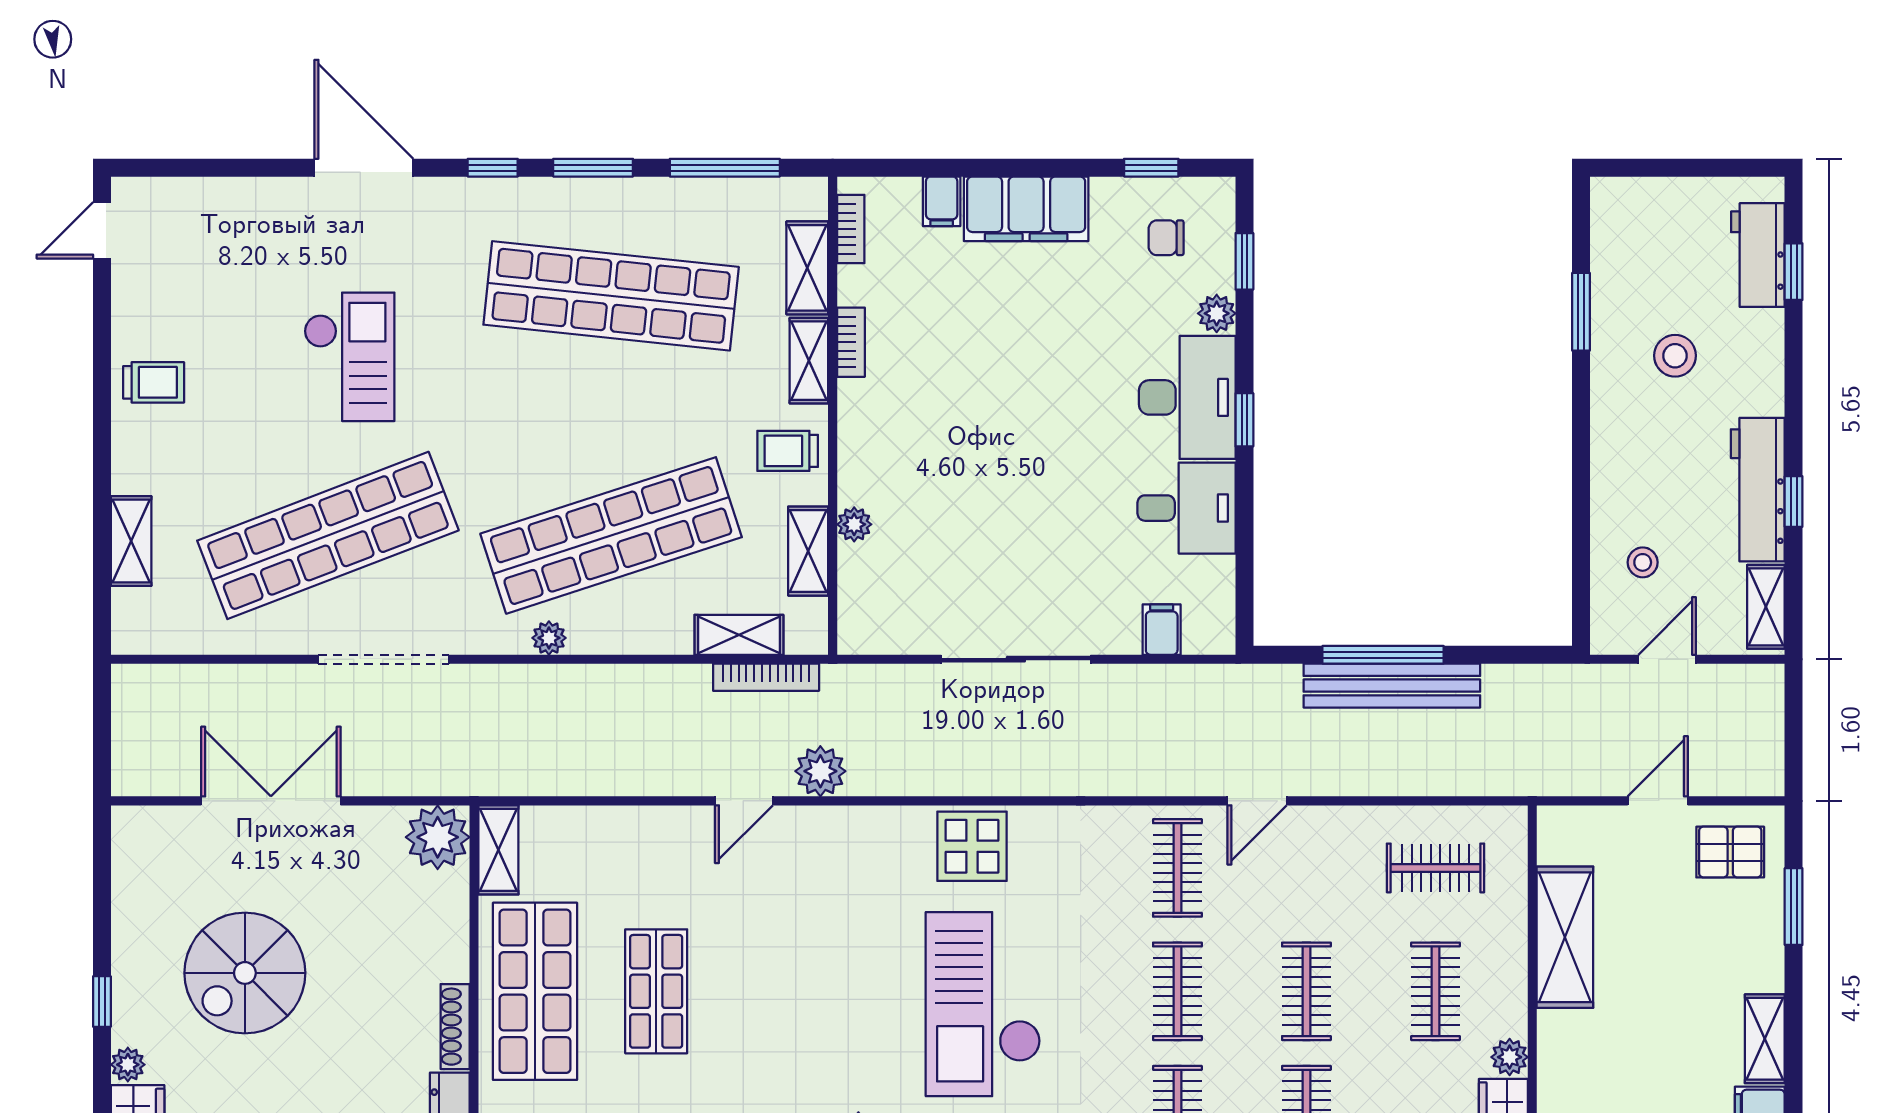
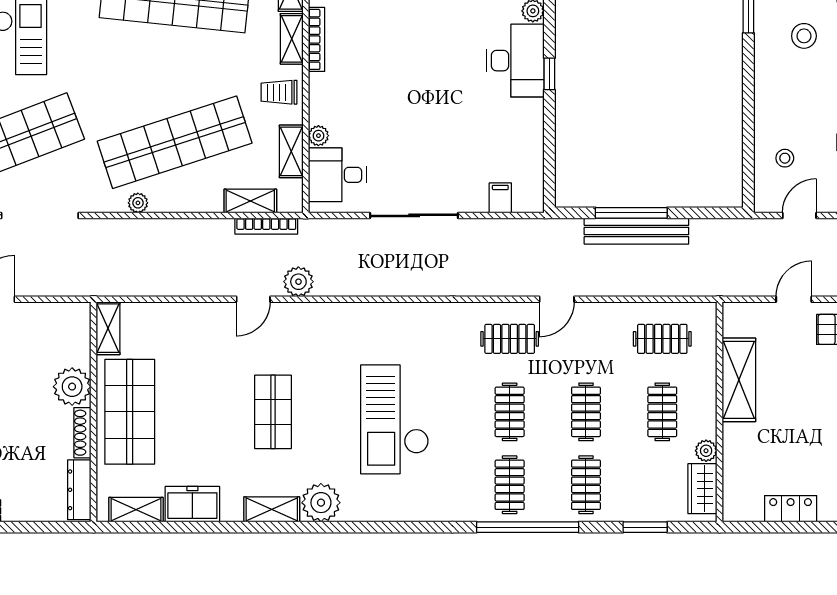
bookcase: (851, 342) -> (317, 39), width x1.56
desk: (1187, 508) -> (337, 175), moved, turned 180
plant: (438, 837) -> (72, 387), moved
display table: (972, 846) -> (388, 326), removed
clothes rail: (1177, 868) -> (510, 339), turned 90
shop shelf: (656, 991) -> (273, 412), moved

